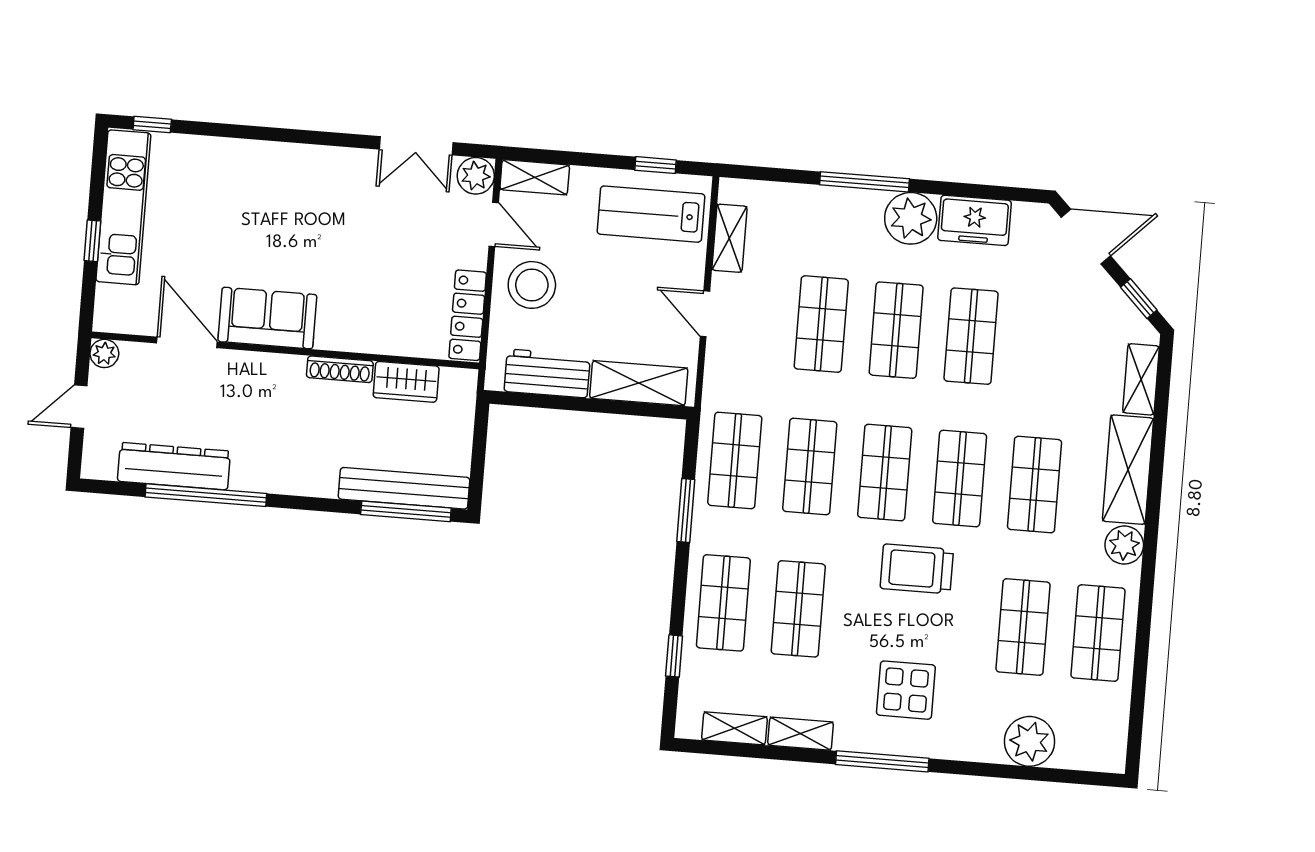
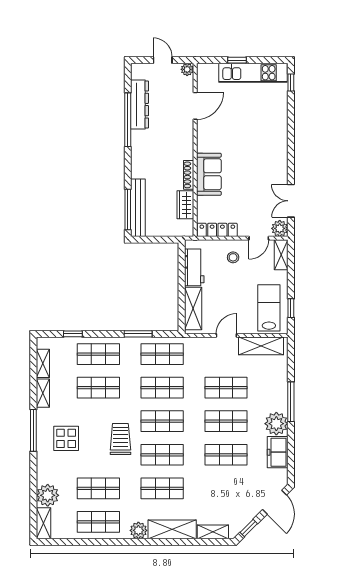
shelving: (729, 238) -> (261, 346), width x1.50, depth x1.33
stool: (532, 285) -> (233, 257), width x0.53, depth x0.53
sofa: (267, 318) -> (209, 174), moved
shelving: (1091, 756) -> (44, 523), added

